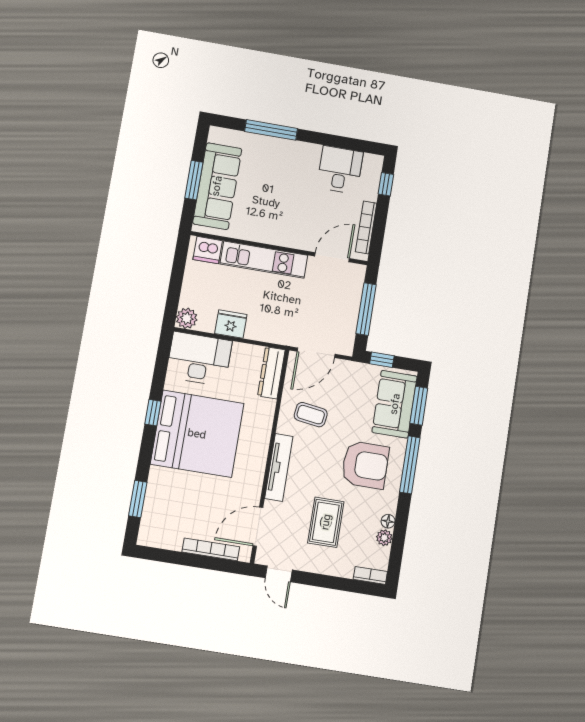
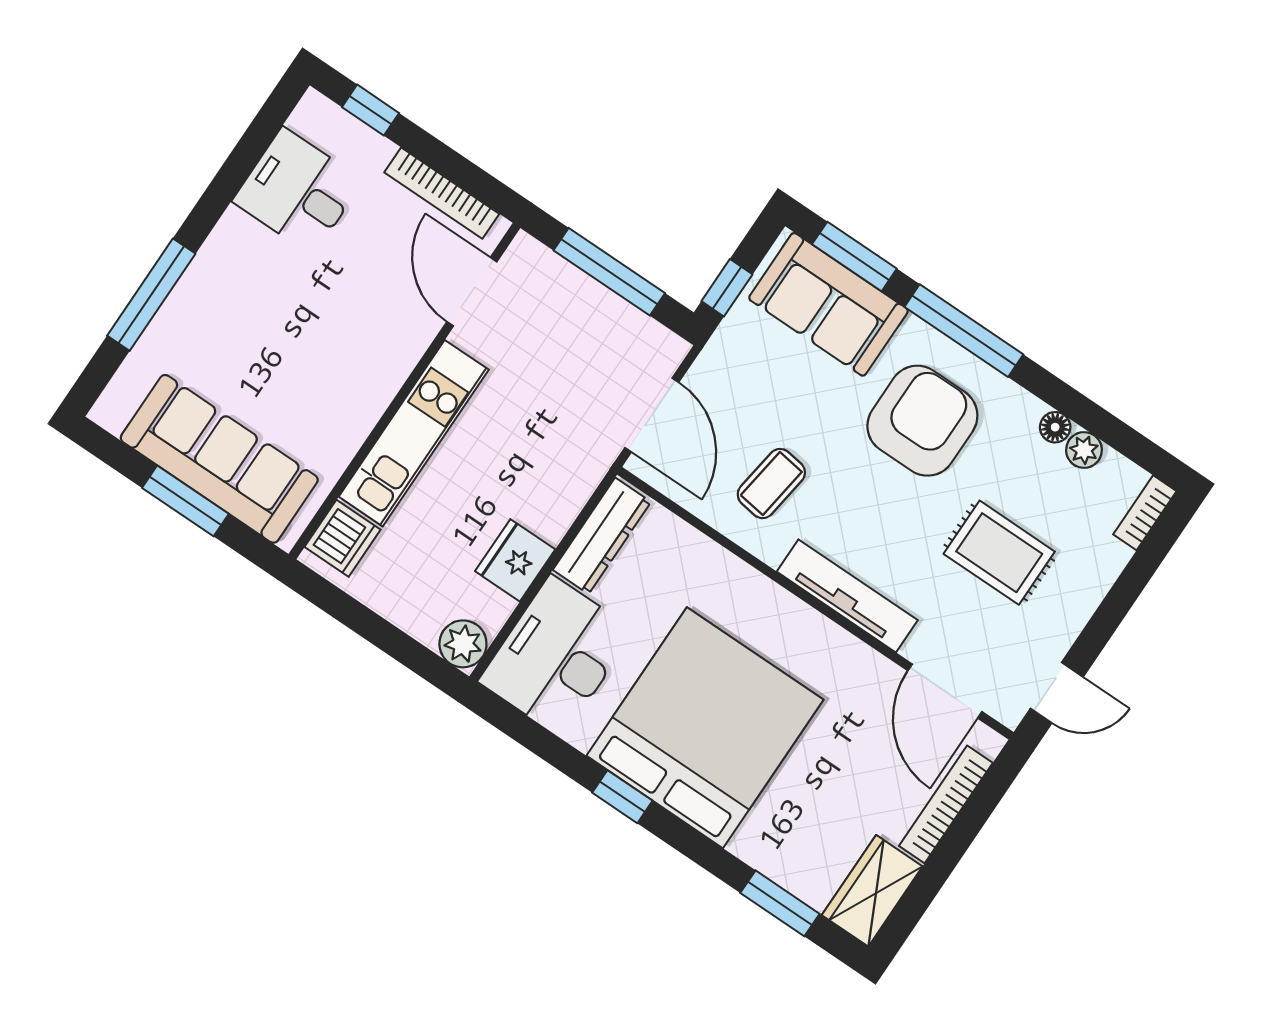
dresser: (271, 373) -> (602, 536), moved, turned -90
wardrobe: (160, 535) -> (872, 891), added

